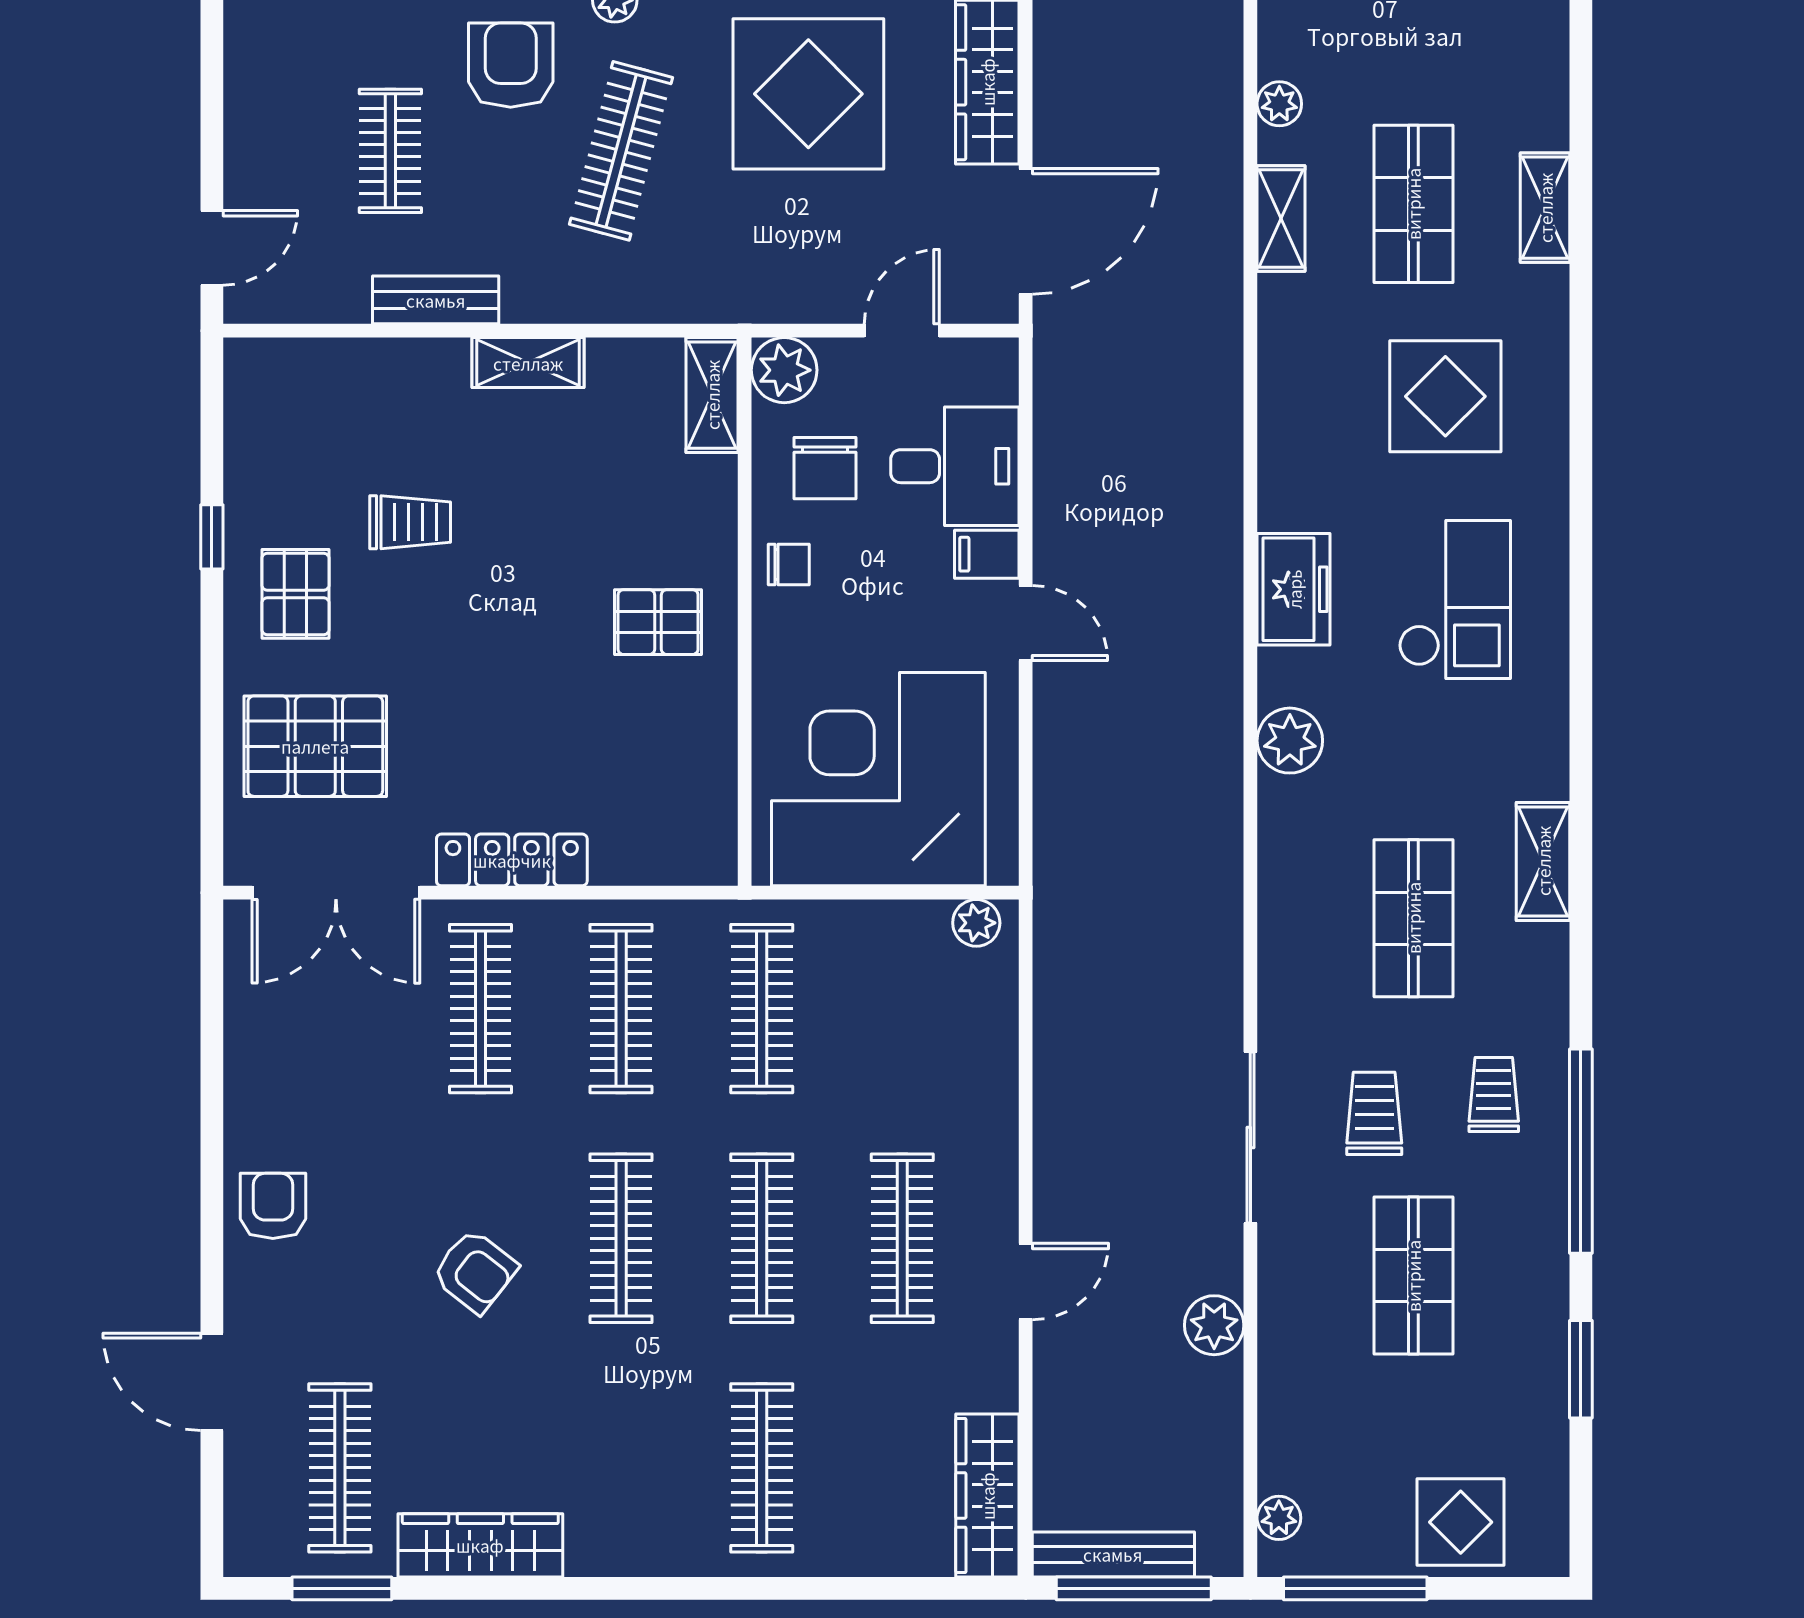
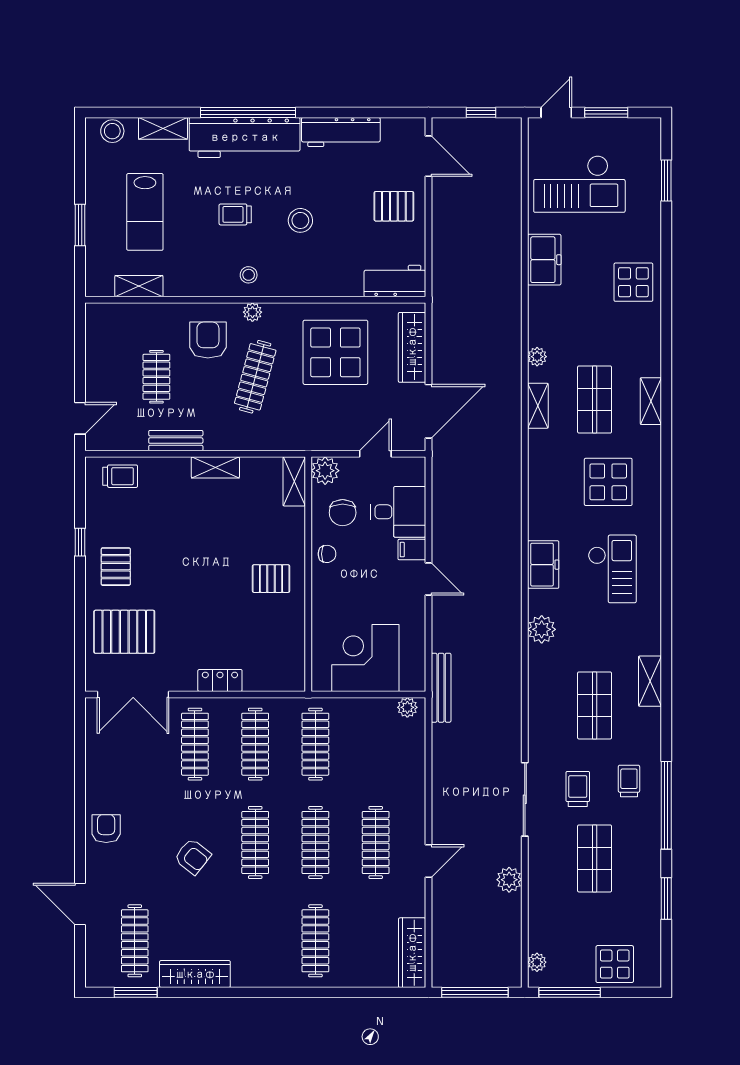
trolley: (410, 522) -> (120, 476), moved
corner desk: (878, 779) -> (365, 658), width x0.74, depth x0.74
locker: (512, 860) -> (220, 680), width x0.66
bench: (1113, 1554) -> (441, 688), moved, turned 90

